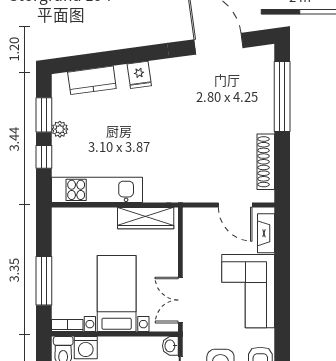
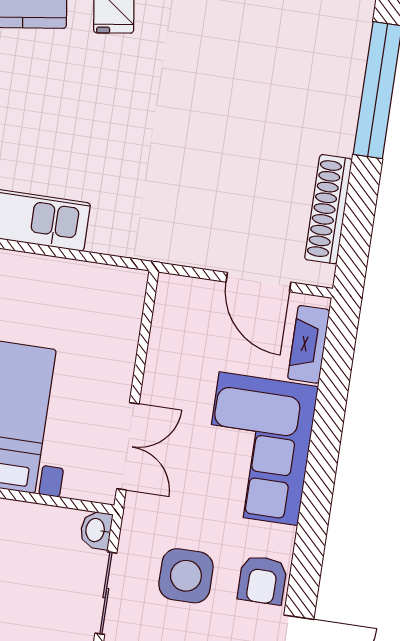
wardrobe: (146, 218) -> (85, 282), removed
double door: (180, 300) -> (128, 446), swing flipped

